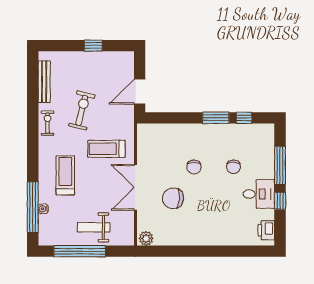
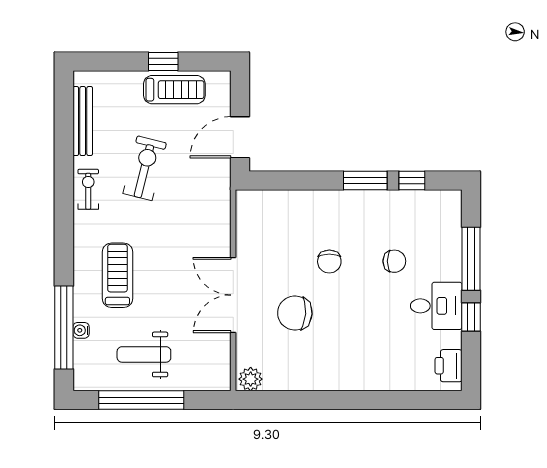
treadmill: (106, 149) -> (174, 90), moved, turned 180
chair: (233, 167) -> (394, 261), turned -90
weight bench: (94, 227) -> (144, 354), moved

